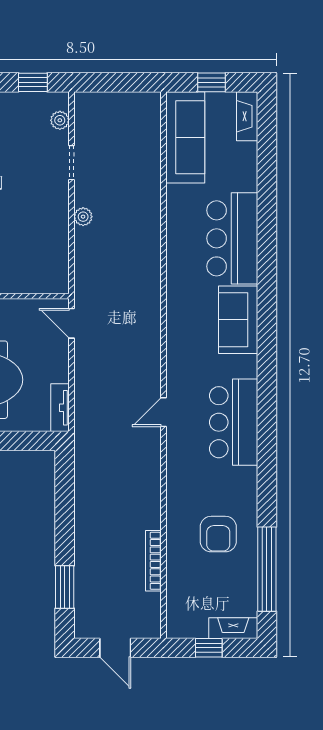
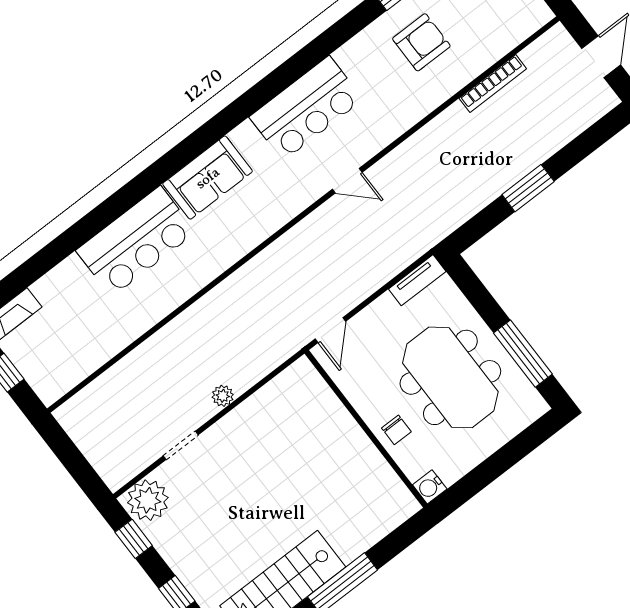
plant: (60, 120) -> (148, 500), width x1.87, depth x1.87
sofa: (185, 137) -> (76, 358), removed
window: (65, 587) -> (528, 188), moved

